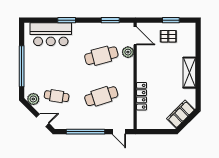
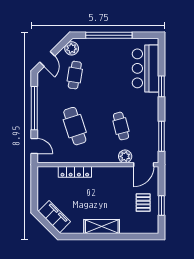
window: (110, 20) -> (161, 136), width x1.44
cafe table: (101, 56) -> (121, 126), width x0.73, depth x0.74
door: (119, 132) -> (34, 146), swing flipped

